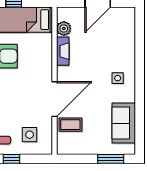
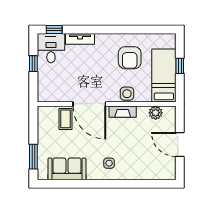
fireplace: (63, 51) -> (123, 112), moved
side table: (30, 135) -> (127, 94), moved

